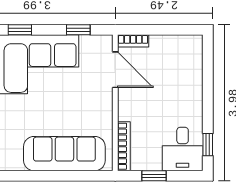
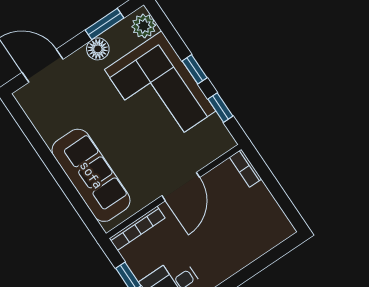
window: (20, 30) -> (195, 69), moved
door: (115, 70) -> (181, 187), moved

